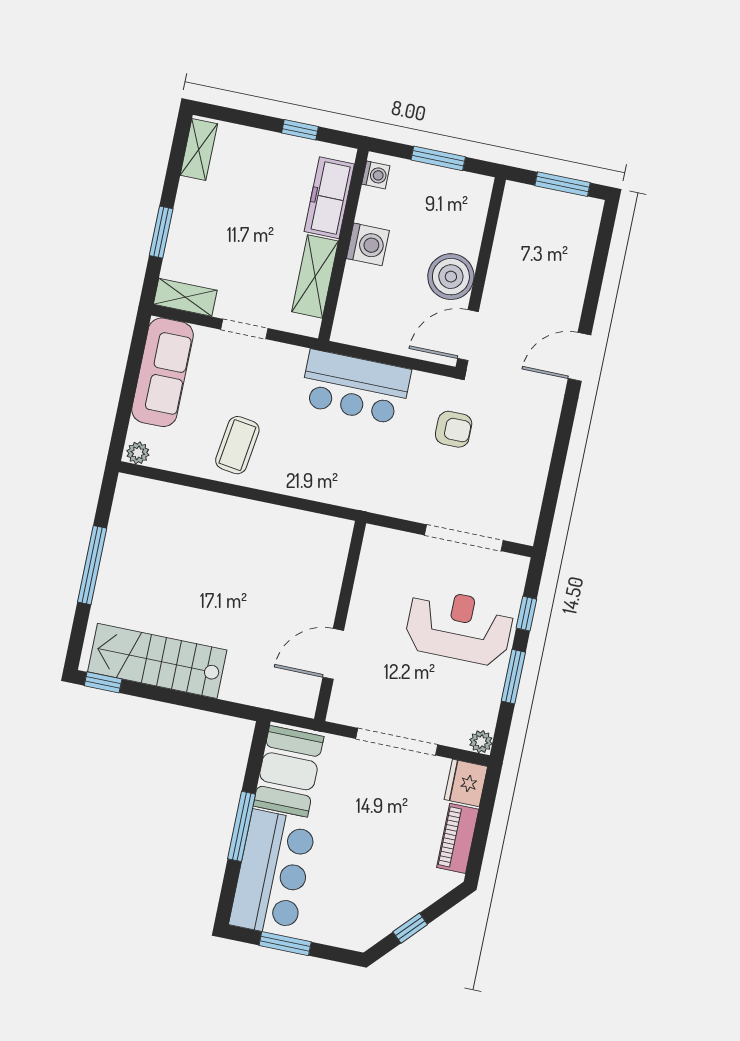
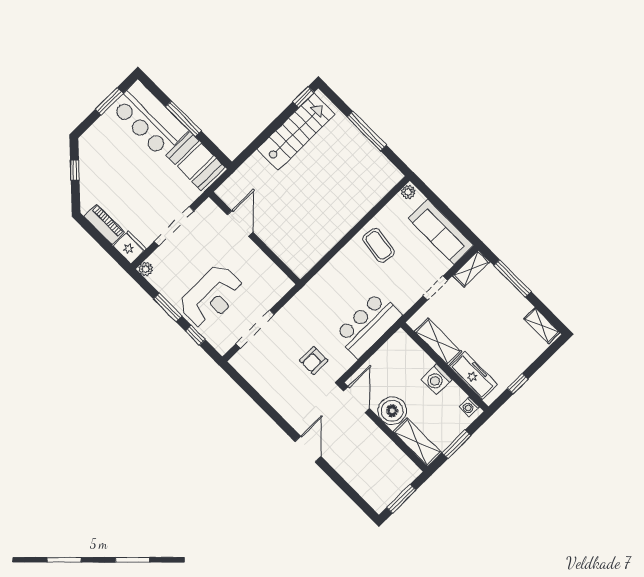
shelving: (471, 214) -> (417, 442), added
window: (161, 232) -> (513, 279), width x1.44

